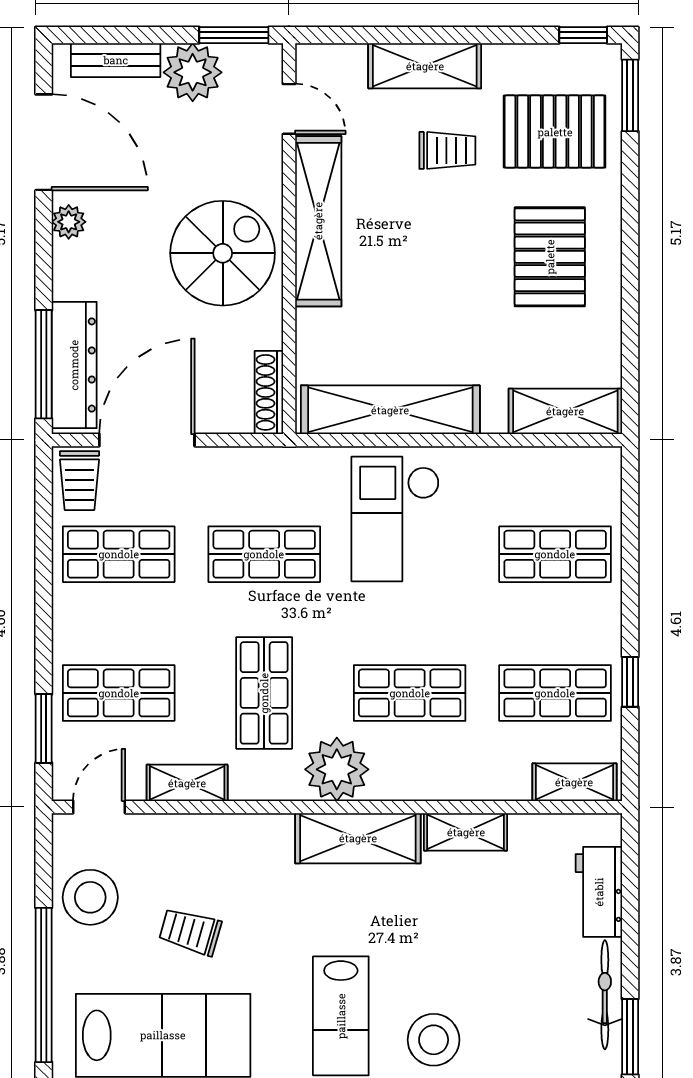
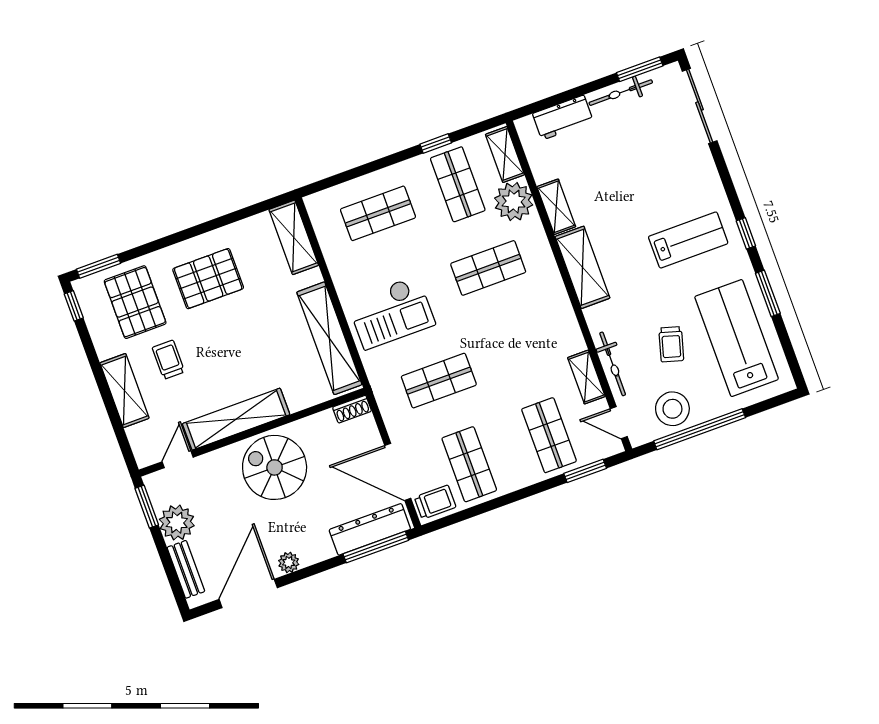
shoe rack: (269, 392) -> (352, 409), width x0.70
shop shelf: (264, 554) -> (439, 381), turned 90
shop shelf: (555, 554) -> (378, 213), turned 90
shop shelf: (264, 693) -> (519, 352), removed
shop shelf: (410, 693) -> (488, 268), turned 90
plant: (337, 769) -> (514, 202), moved
bicycle: (193, 830) -> (613, 364), added
window: (44, 985) -> (700, 429), moved
stool: (434, 1040) -> (683, 182), removed

